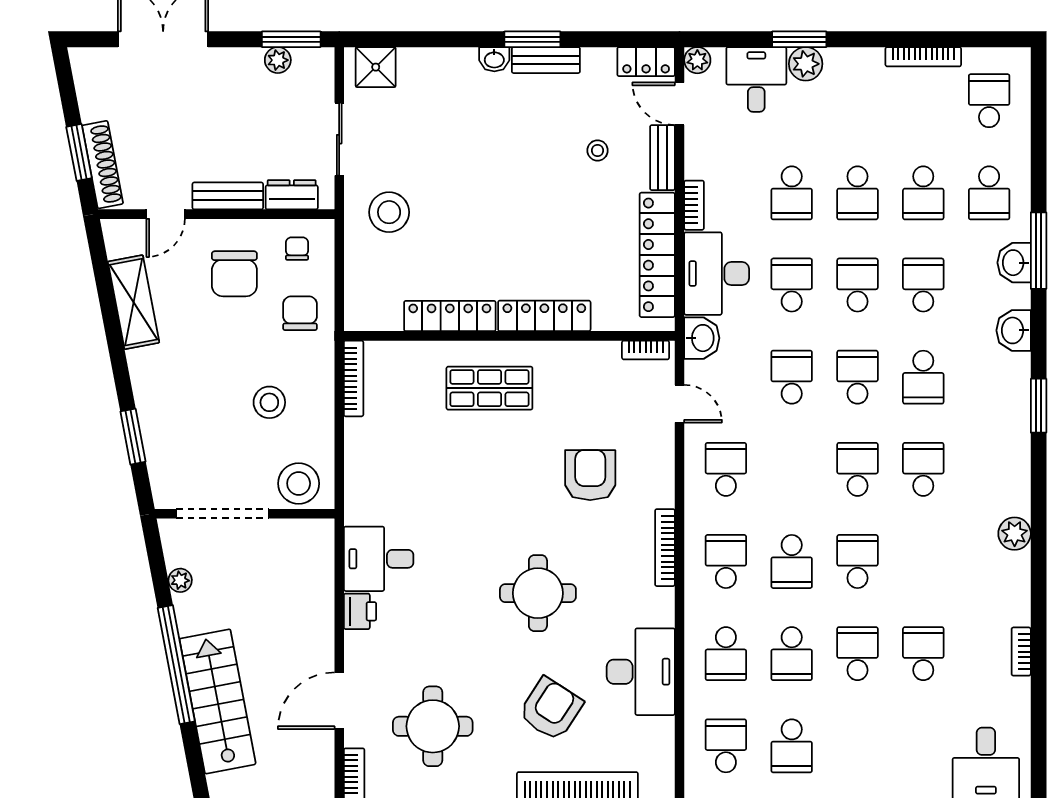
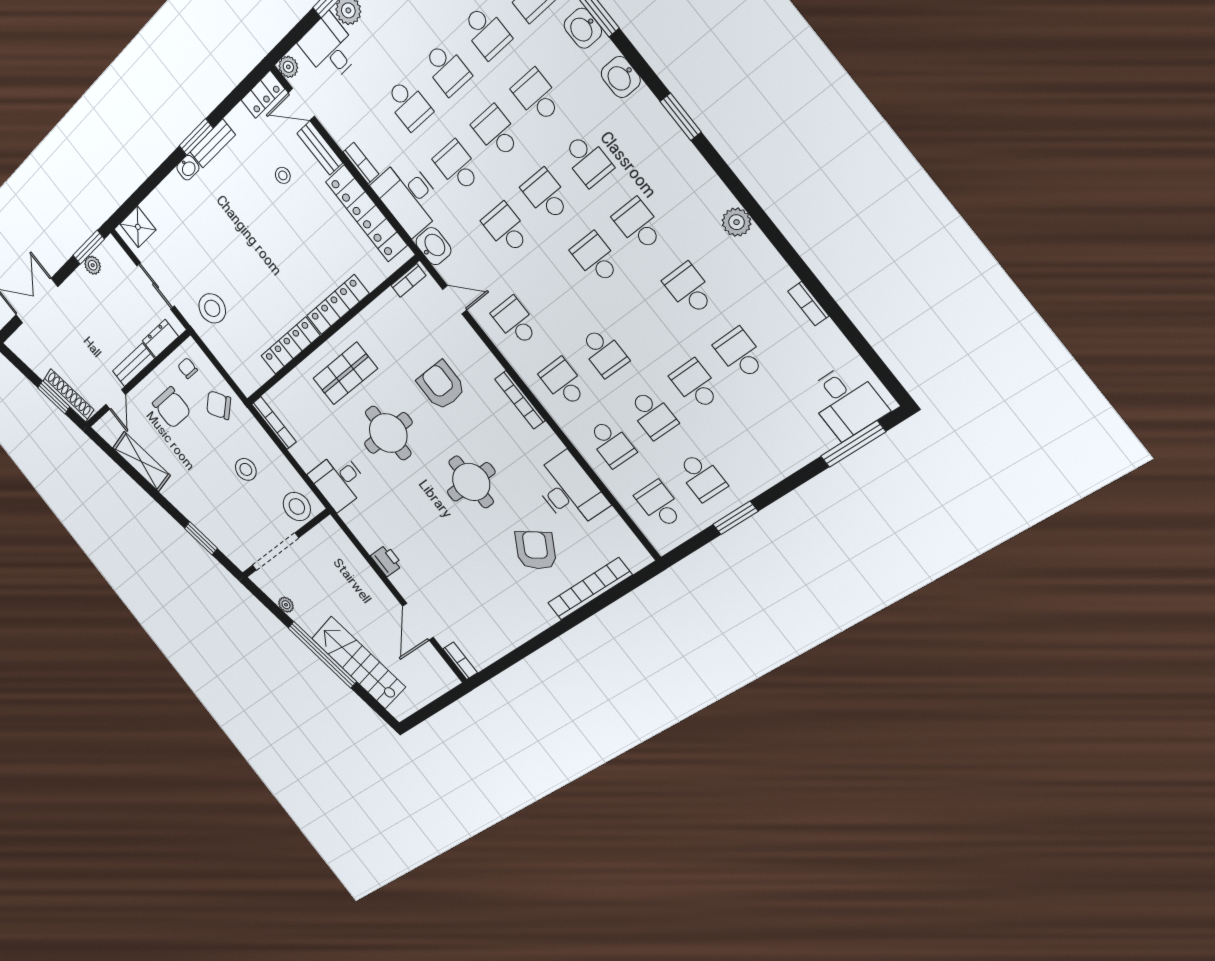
chair: (300, 313) -> (219, 405), turned -38
desk: (379, 559) -> (339, 481), moved
school desk: (857, 561) -> (689, 289), moved
round table: (433, 726) -> (388, 433), moved

